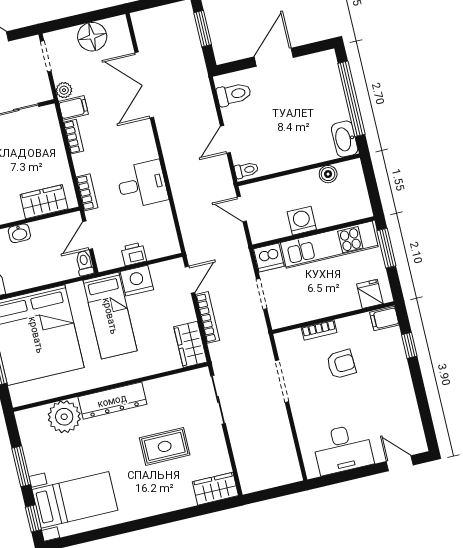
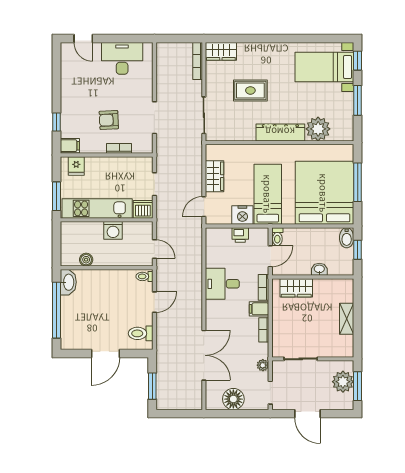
filing cabinet: (73, 108) -> (259, 309), moved
bookcase: (208, 317) -> (198, 61), moved
wardrobe: (190, 344) -> (214, 176), moved

